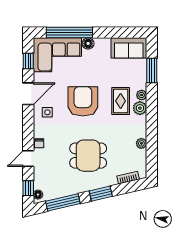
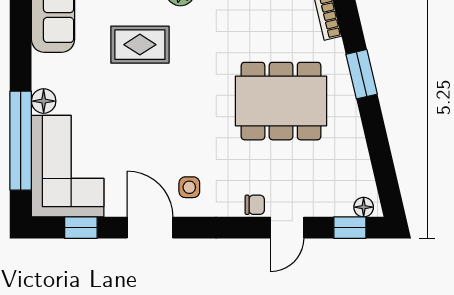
armchair: (83, 101) -> (166, 112), removed
rug: (121, 101) -> (140, 45), moved
dining table: (88, 156) -> (281, 101), width x1.38
door: (28, 159) -> (287, 228), hinge flipped
window: (63, 202) -> (380, 154), removed

